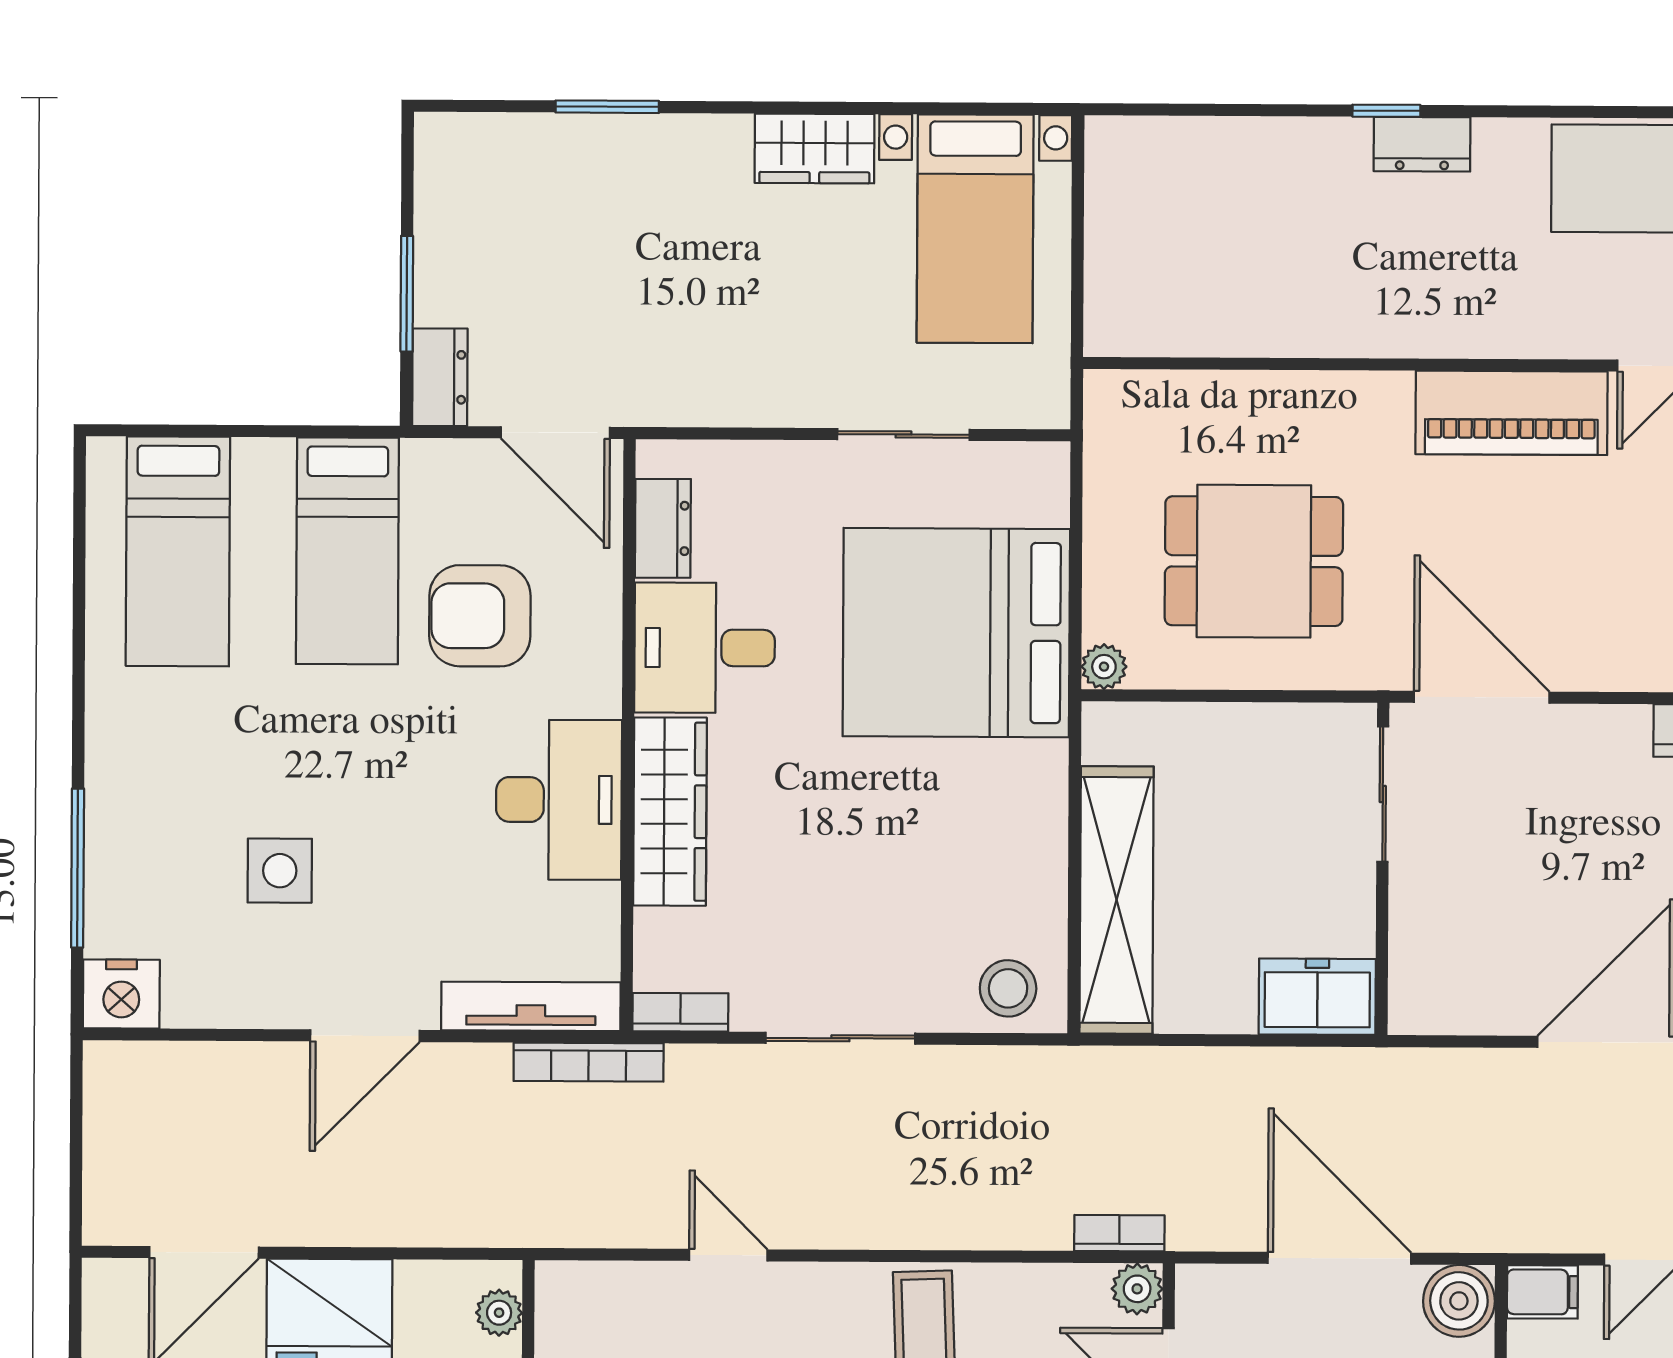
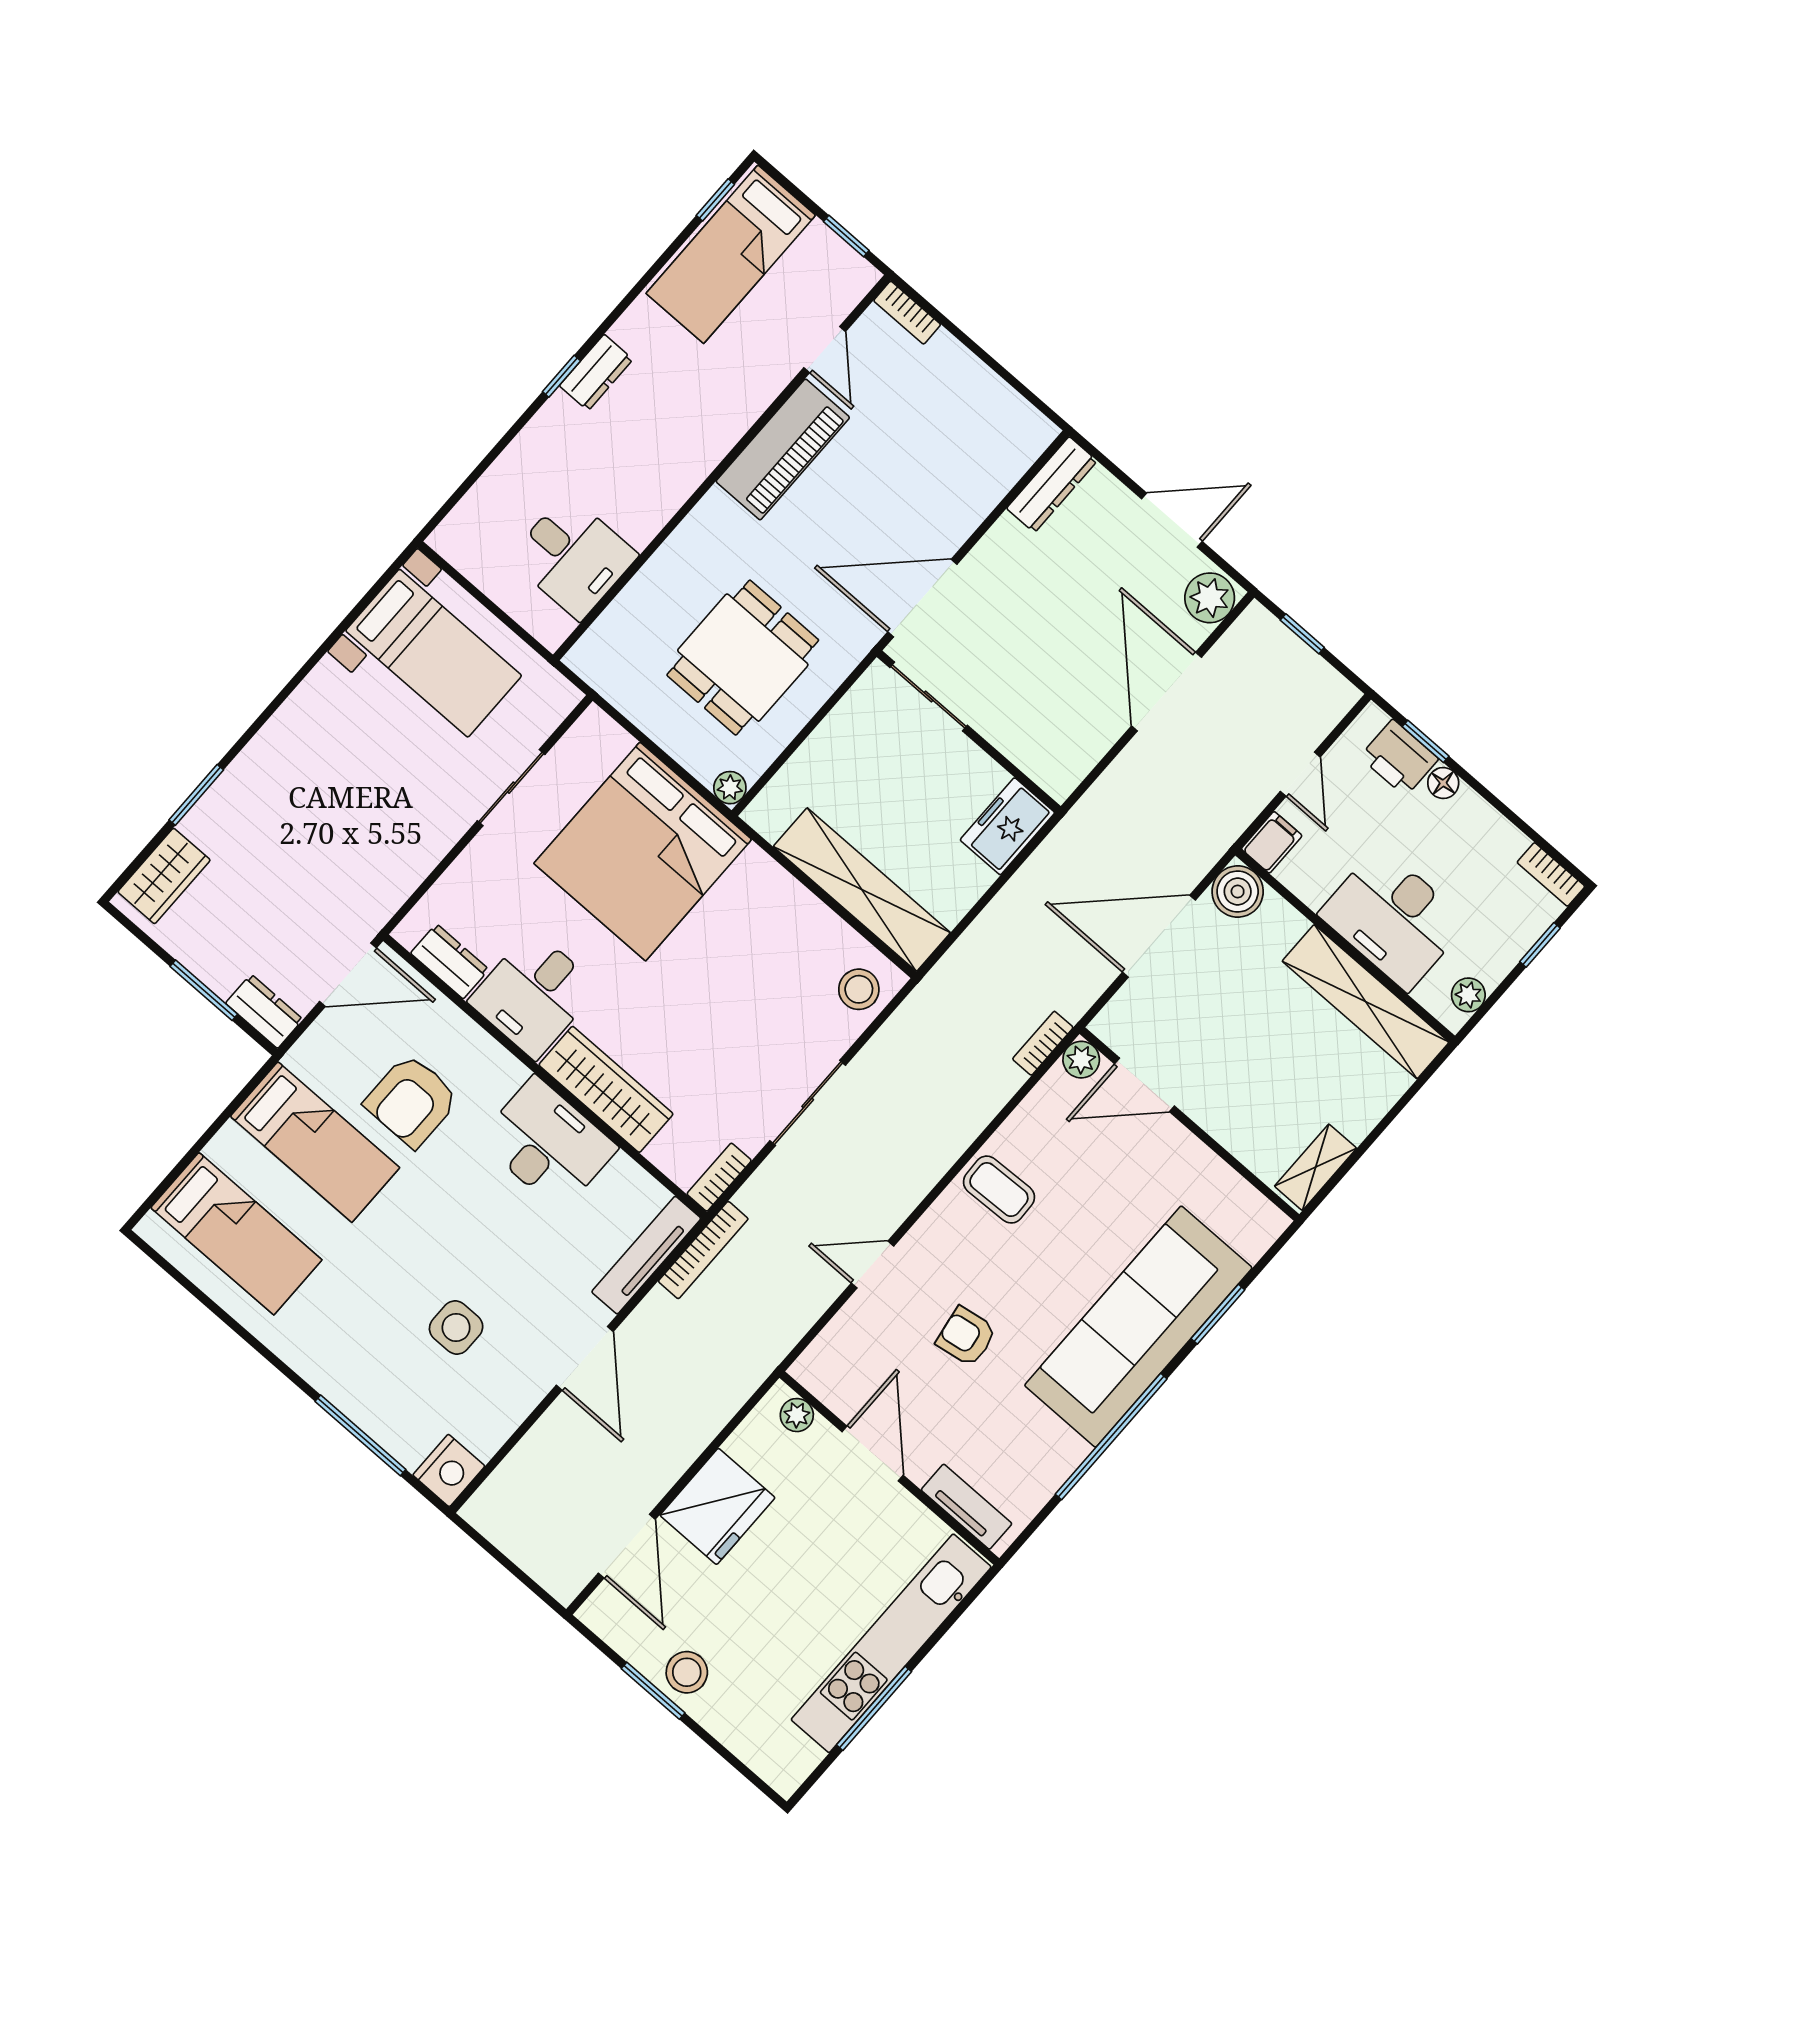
wardrobe: (815, 149) -> (164, 876), moved
desk: (1205, 289) -> (573, 557), added

